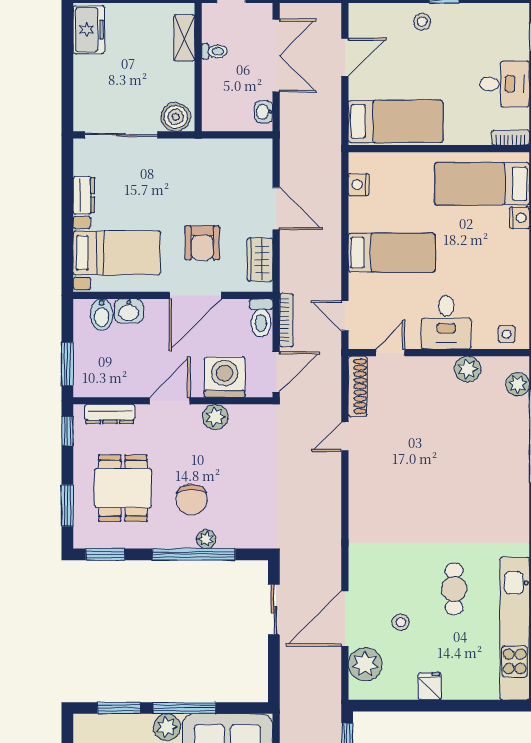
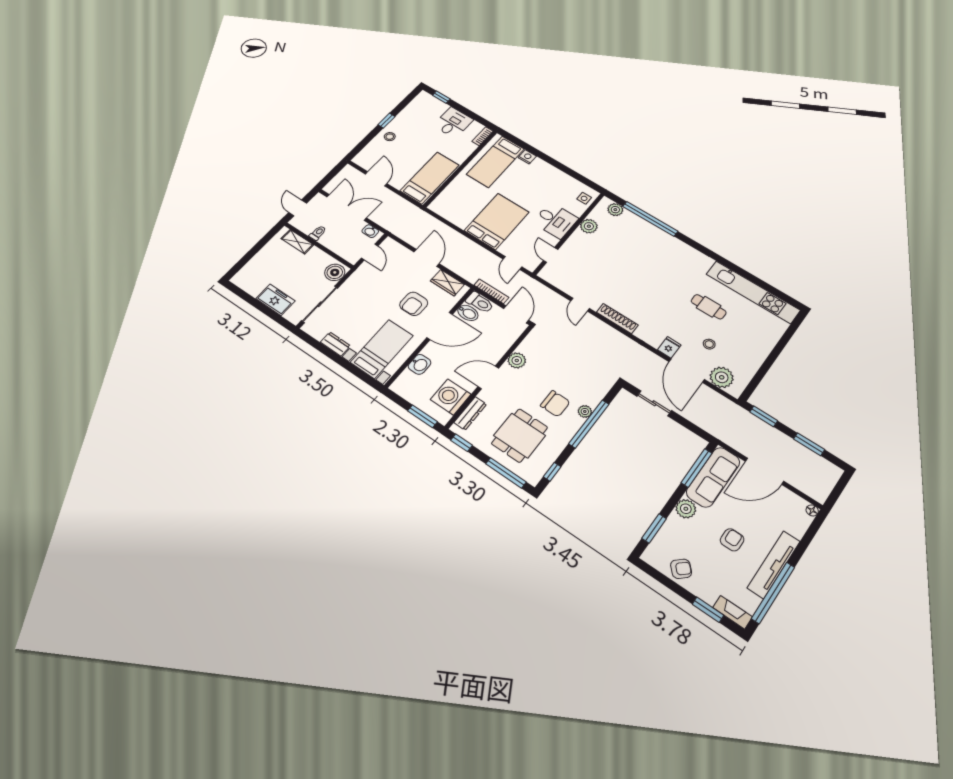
freezer: (89, 30) -> (275, 300), moved
door: (234, 135) -> (370, 252), added
nightstand: (359, 185) -> (448, 214), removed
door: (276, 208) -> (426, 258), hinge flipped
armchair: (202, 243) -> (414, 304), turned 90
bed: (392, 253) -> (497, 221), width x1.50
door: (195, 295) -> (440, 326), hinge flipped
bidet: (102, 315) -> (468, 313), moved
door: (345, 316) -> (512, 263), hinge flipped
washing machine: (225, 377) -> (451, 397), moved
shoe rack: (358, 386) -> (617, 319), moved
door: (170, 401) -> (488, 377), hinge flipped
dining table: (123, 488) -> (520, 435), turned 90
window: (67, 505) -> (506, 473), width x1.44
window: (105, 554) -> (552, 472), width x0.67
fridge: (430, 686) -> (669, 347), moved, turned 90
window: (184, 708) -> (697, 468), moved

